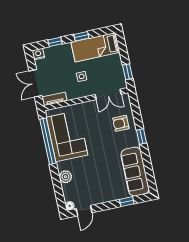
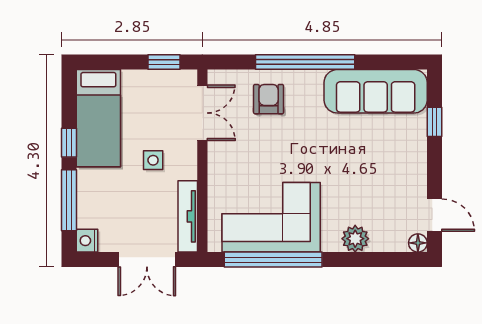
window: (55, 42) -> (69, 200), width x2.17
tv unit: (55, 99) -> (188, 216), width x1.41
armchair: (121, 123) -> (269, 99), turned 180
window: (141, 136) -> (305, 62), width x3.17

